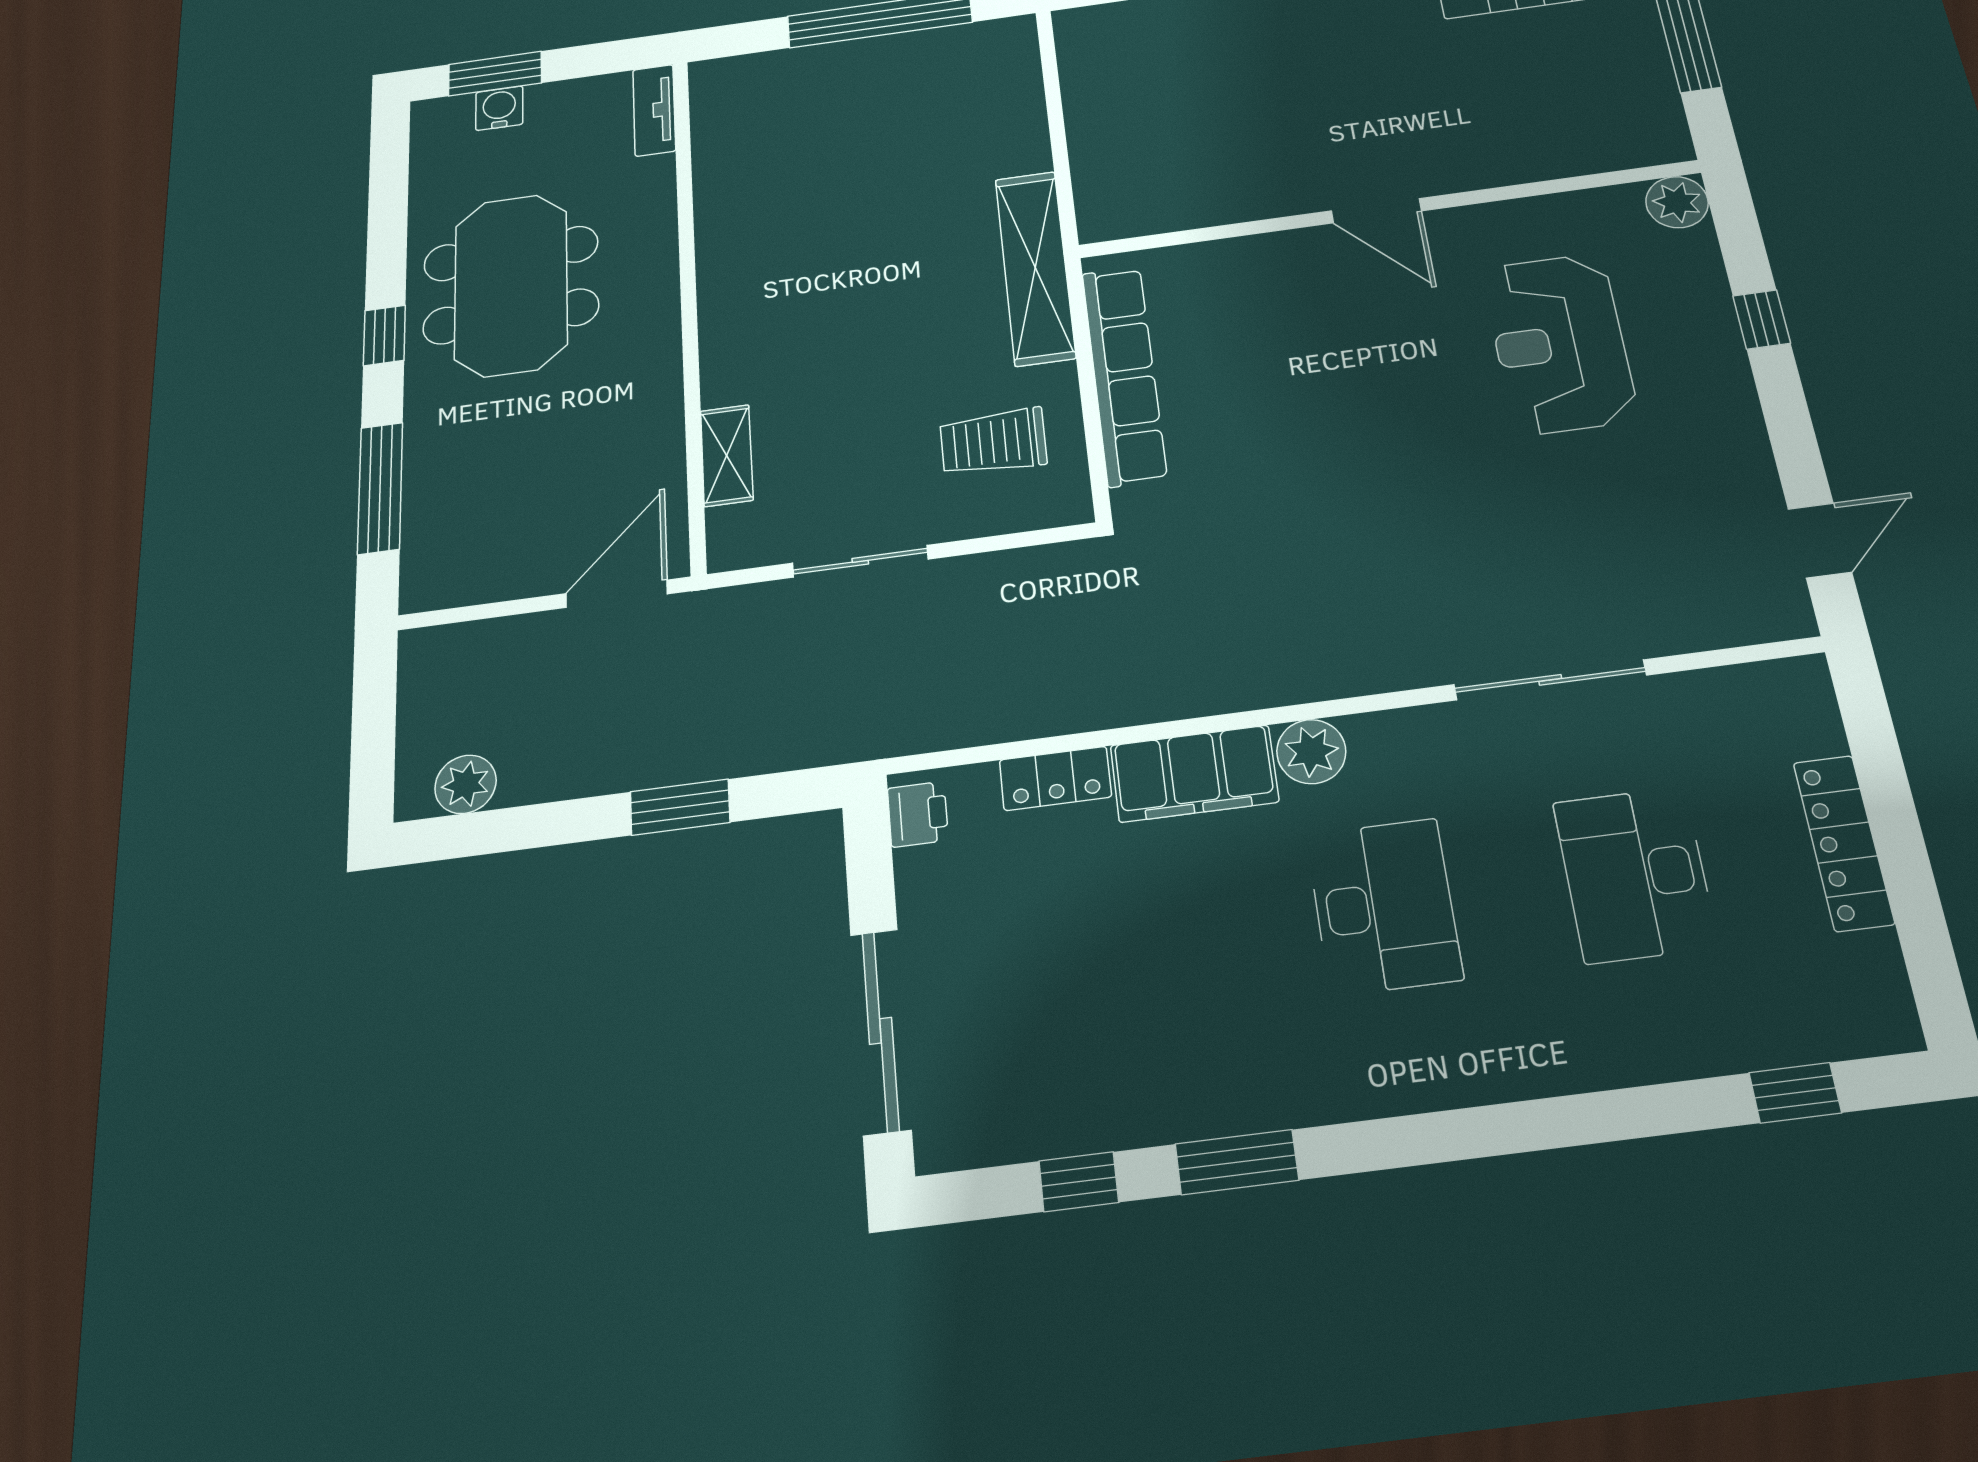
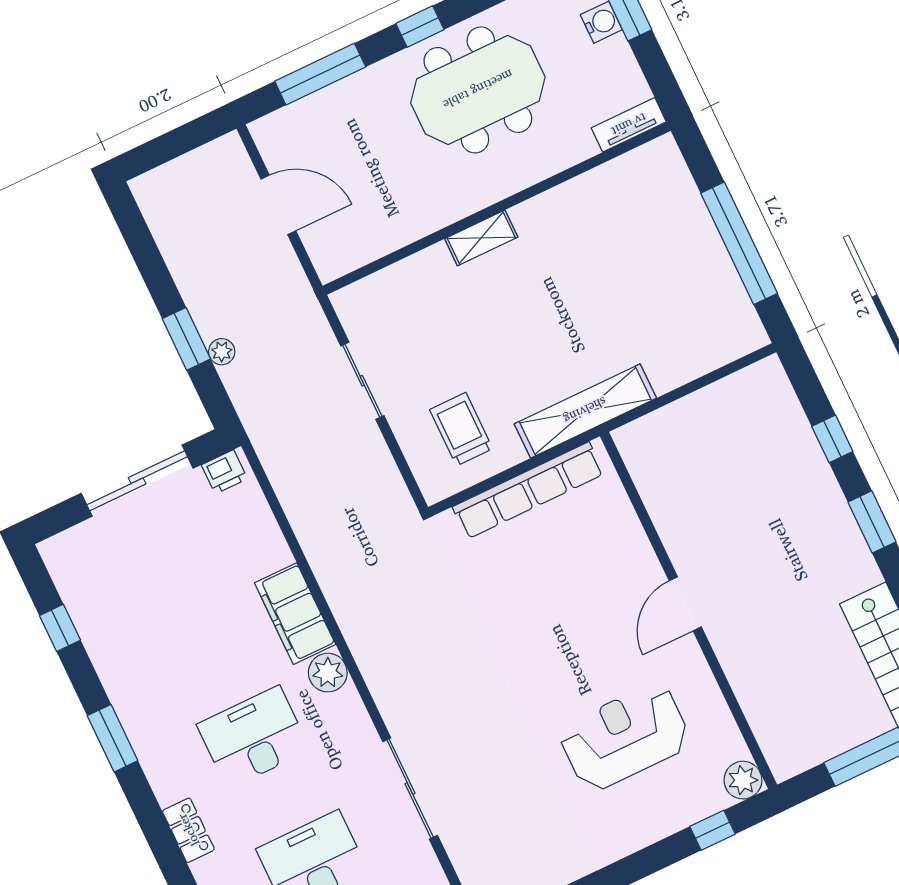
window: (1762, 319) -> (712, 830), moved
shelving: (727, 455) -> (481, 238), moved
door: (617, 594) -> (278, 205), moved
locker: (1055, 778) -> (188, 830), moved, turned 180
plant: (466, 784) -> (222, 352), moved, width x0.73, depth x0.73
desk: (1384, 906) -> (253, 737), turned 180
sliding door: (880, 1031) -> (137, 481), moved
window: (1237, 1162) -> (113, 738), moved

